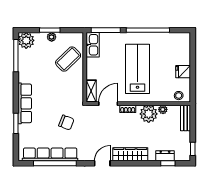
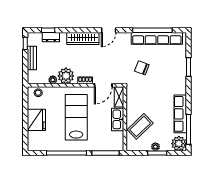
kitchen sink: (93, 45) -> (118, 119), moved
lab bench: (137, 69) -> (76, 117), turned 180
fridge: (183, 72) -> (36, 120), width x1.88, depth x1.34
row of seats: (25, 103) -> (180, 114), moved
bench: (186, 118) -> (32, 58), moved

